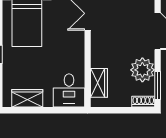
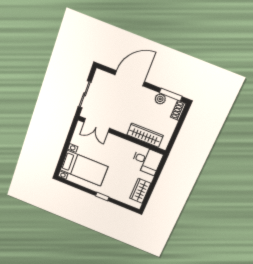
plant: (142, 70) -> (160, 99), width x0.53, depth x0.53
wardrobe: (99, 83) -> (145, 135), width x1.50

